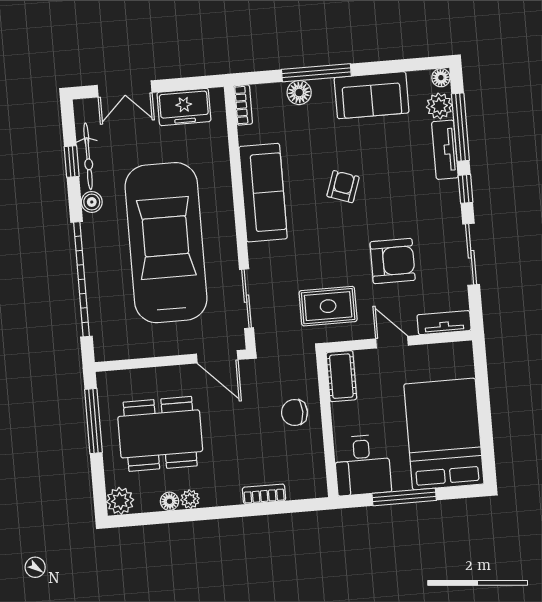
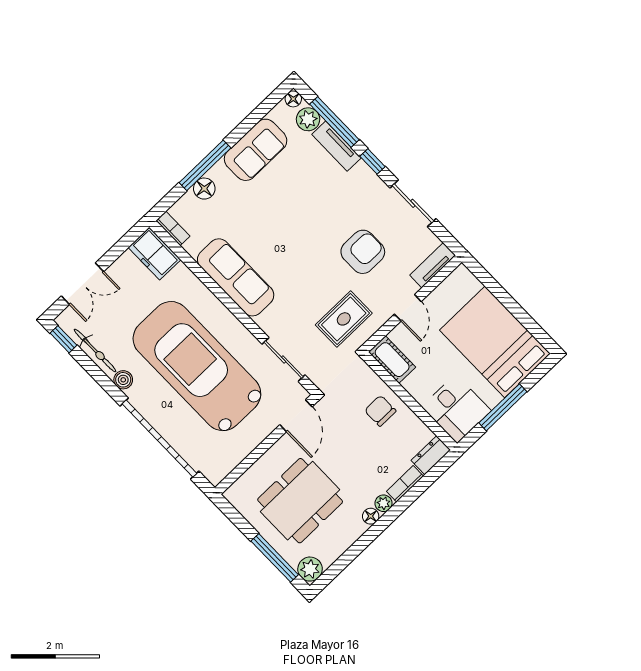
freezer: (184, 107) -> (155, 253), moved, turned 90
window: (72, 161) -> (63, 339), moved
armchair: (343, 187) -> (287, 229), removed
door: (392, 342) -> (408, 308), swing flipped
door: (217, 357) -> (296, 416), hinge flipped
chair: (294, 412) -> (380, 411), turned 90
window: (93, 421) -> (275, 558), moved
dresser: (307, 487) -> (431, 455), added
plant: (190, 499) -> (384, 503), moved
floor lamp: (170, 501) -> (371, 516), moved

